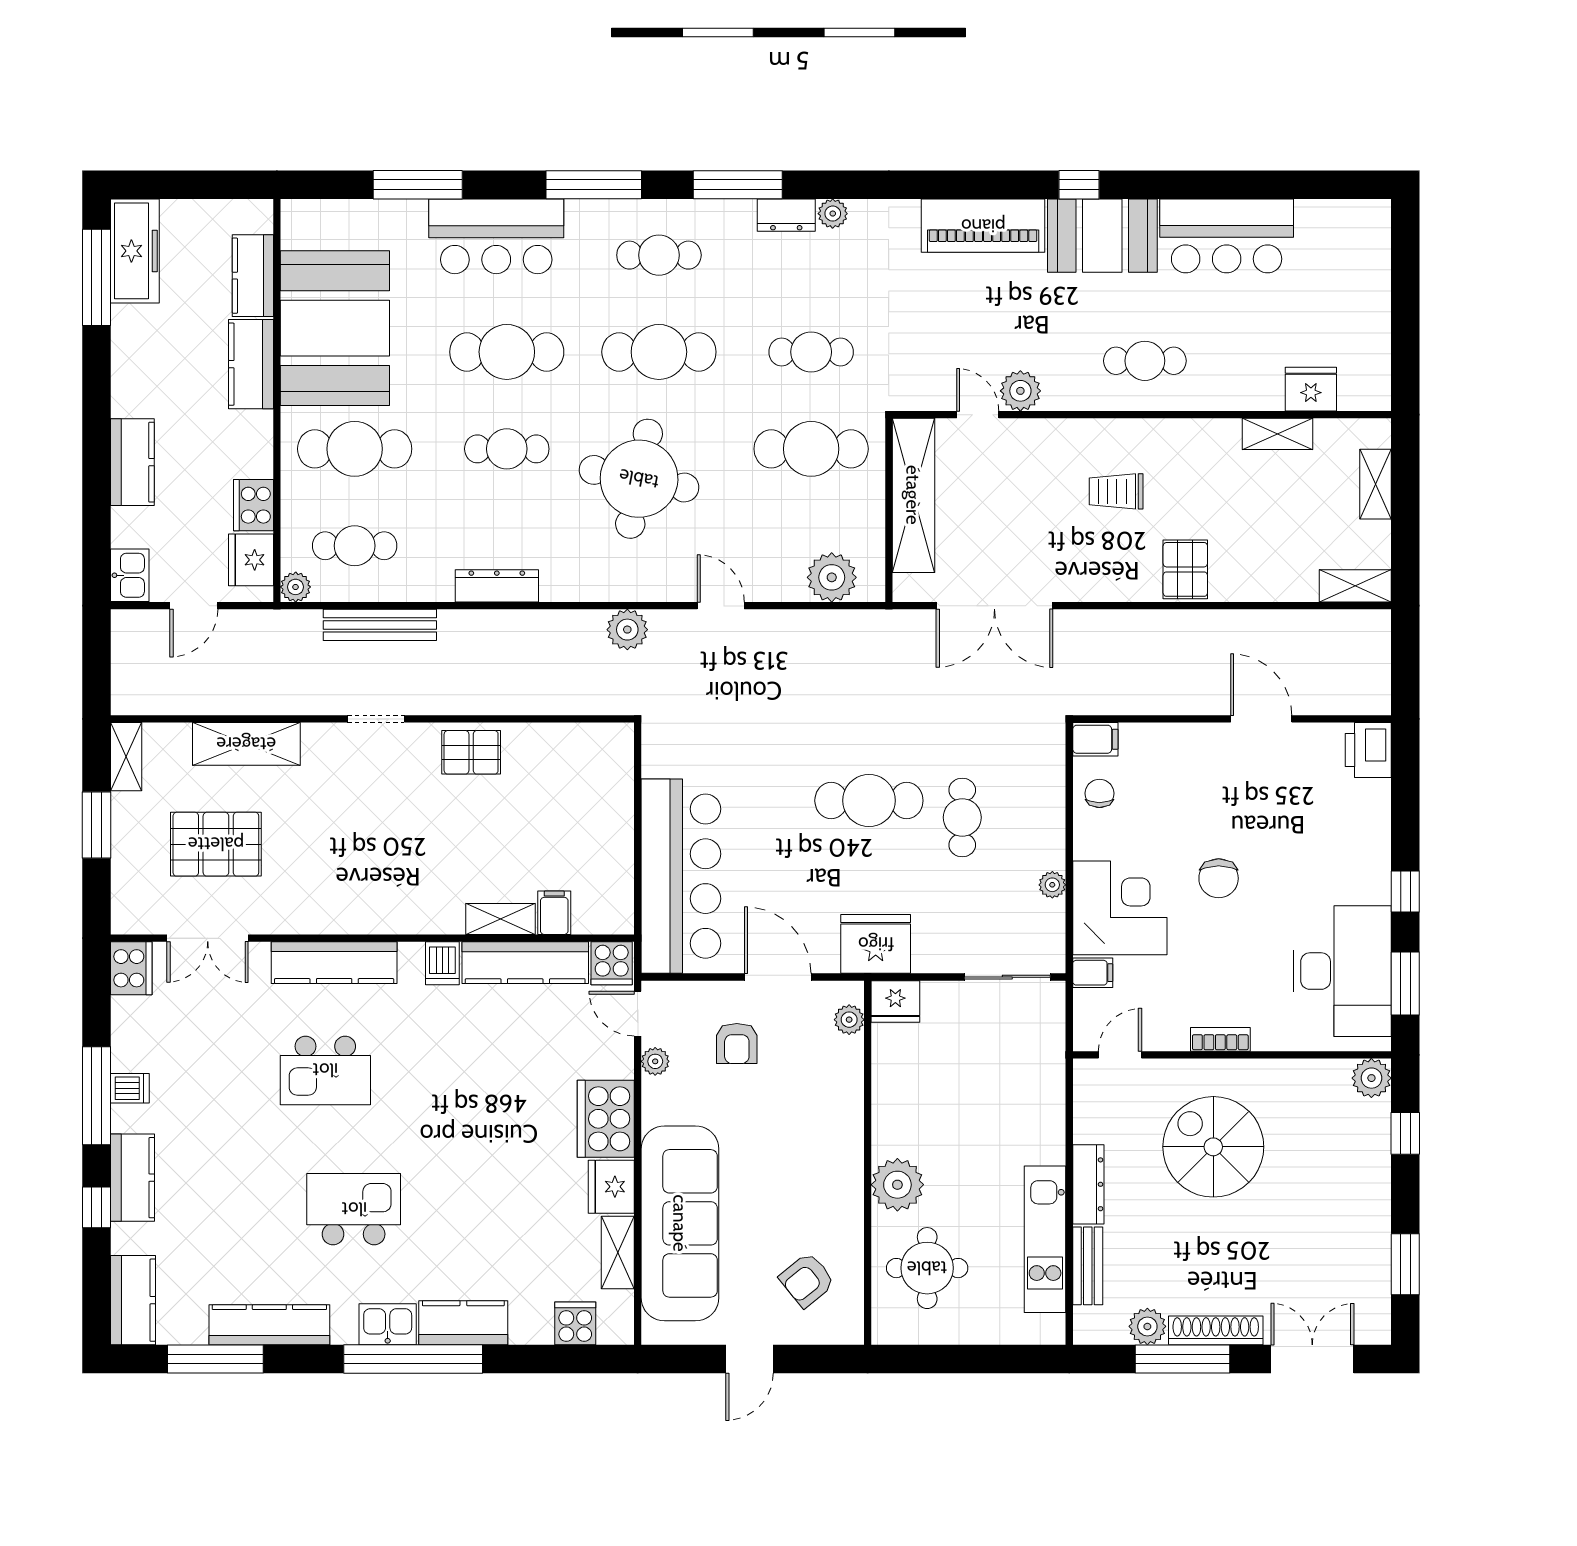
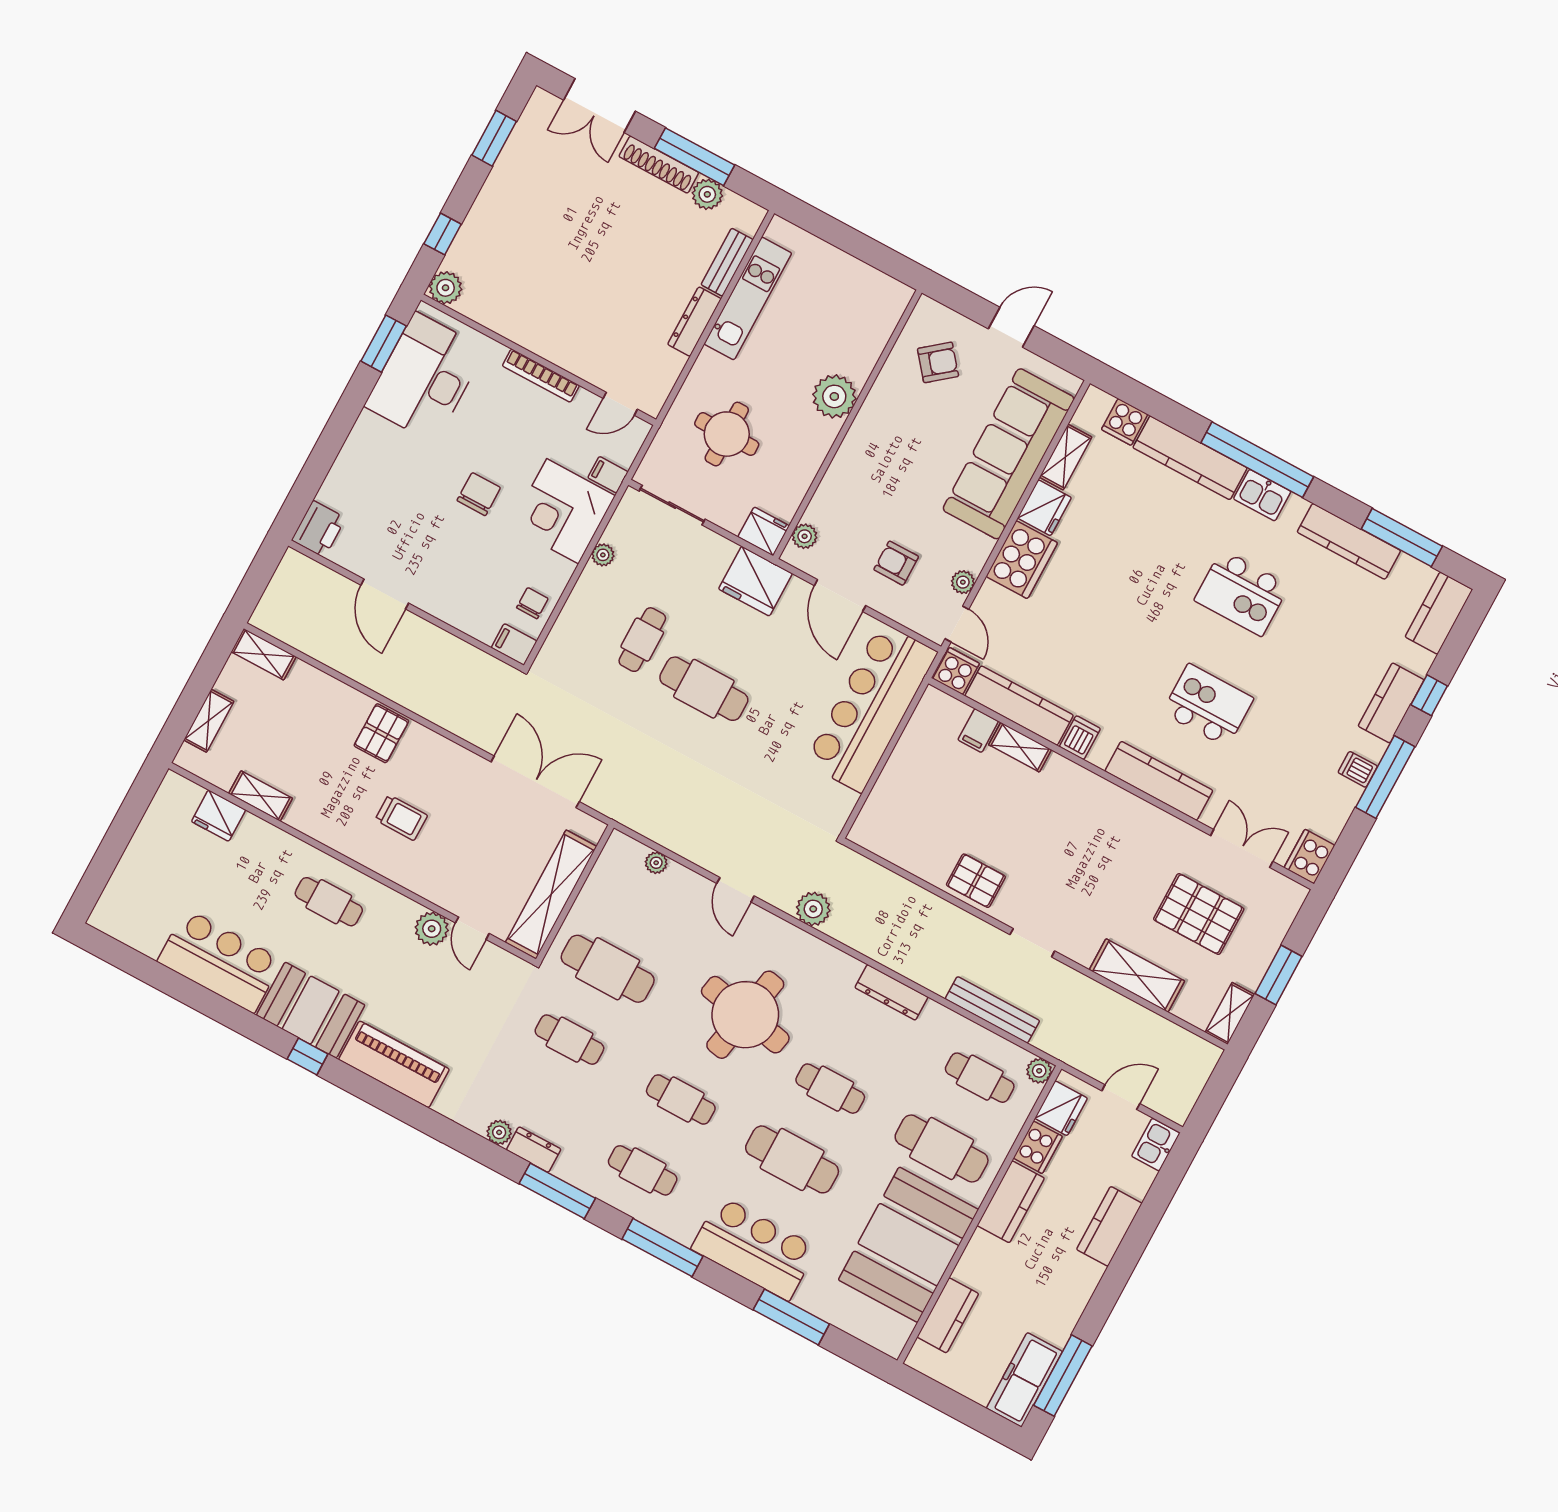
cafe table: (659, 352) -> (681, 1100), width x0.73, depth x0.74
kitchen counter: (251, 364) -> (1011, 1202), moved
plant: (832, 577) -> (656, 863), width x0.53, depth x0.53
chair: (1099, 793) -> (532, 603), turned 180
window: (1405, 892) -> (347, 411), removed
bookcase: (1220, 1039) -> (541, 376), width x1.56
armchair: (737, 1043) -> (896, 563), turned -90
spiral stairs: (1213, 1147) -> (588, 300), removed
round table: (927, 1268) -> (727, 434), moved
kitchen counter: (463, 1323) -> (1190, 458), width x1.50

